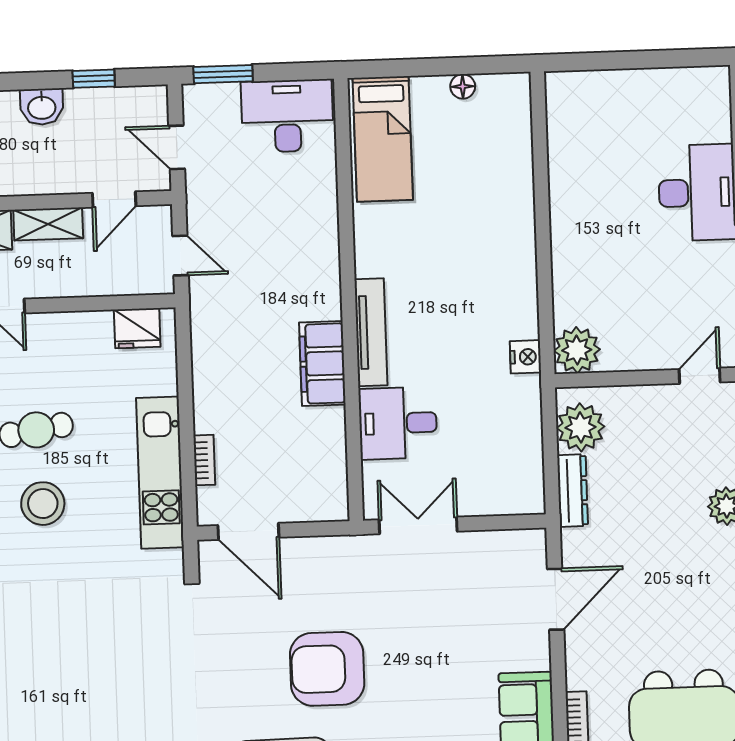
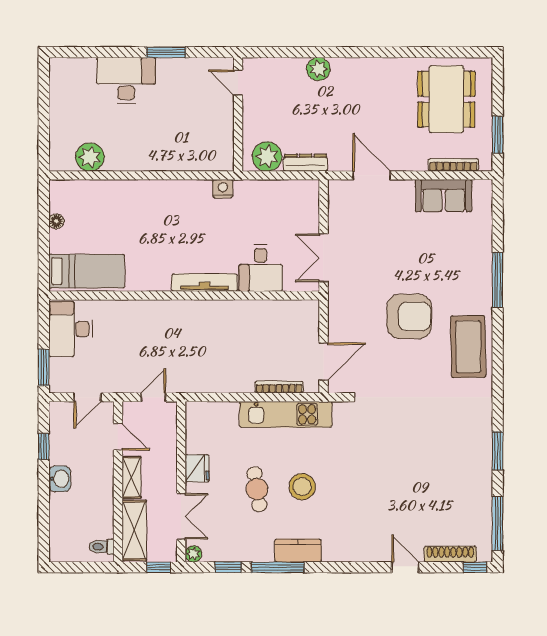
fridge: (137, 328) -> (197, 468), moved
plant: (577, 350) -> (90, 157), moved
filing cabinet: (322, 364) -> (223, 313), removed
bookcase: (204, 460) -> (279, 387), width x1.56
armchair: (327, 669) -> (409, 316), turned -90

